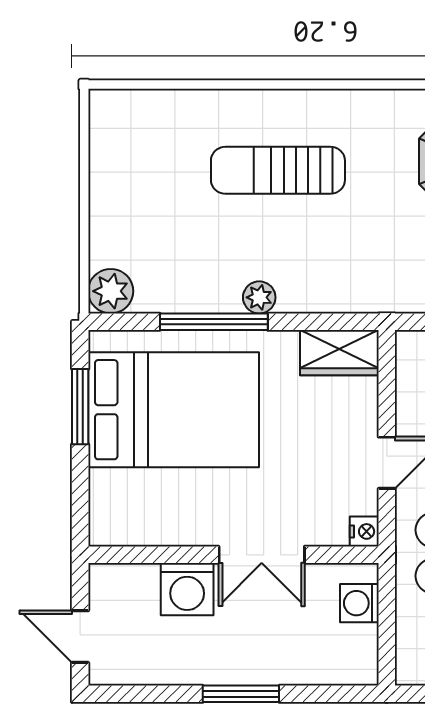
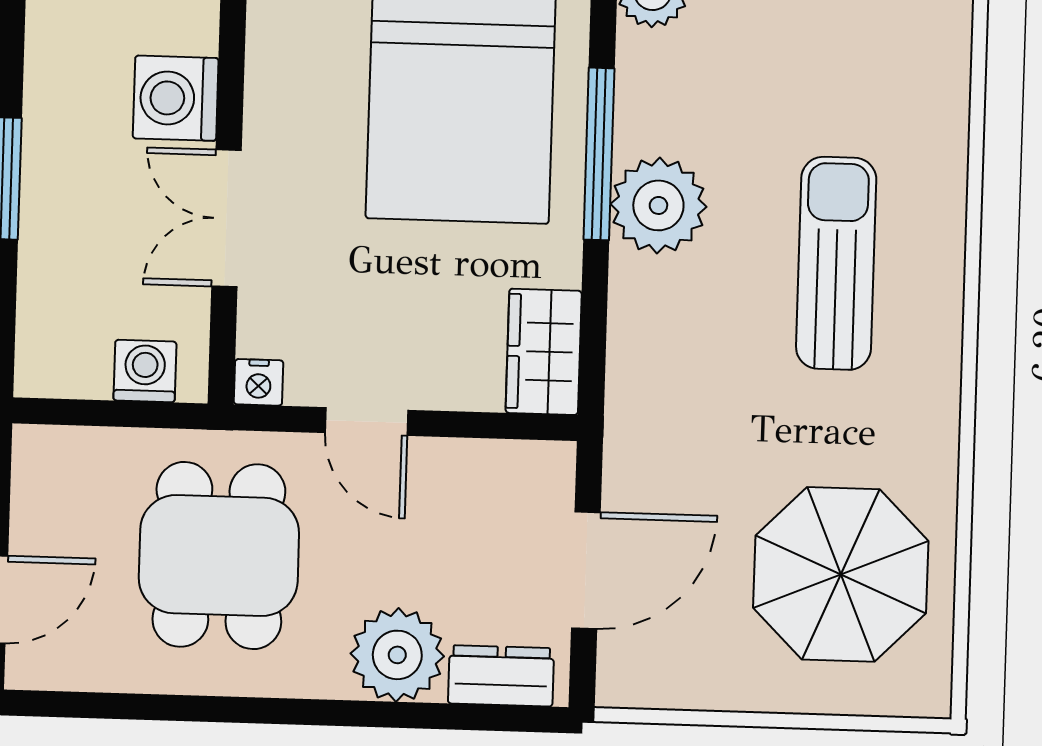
plant: (259, 297) -> (658, 205), width x1.87, depth x1.87

